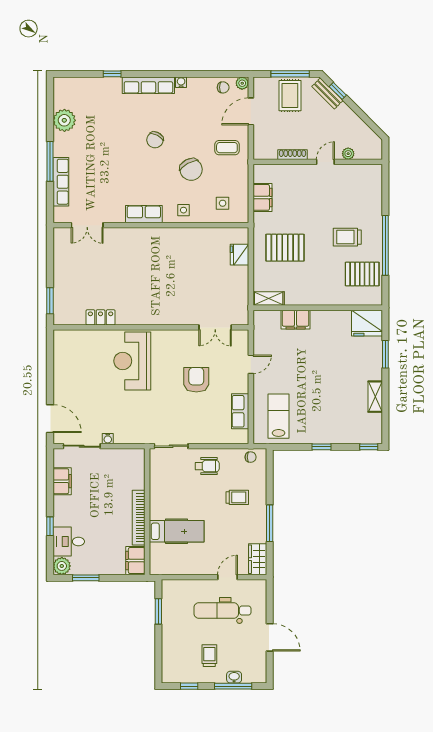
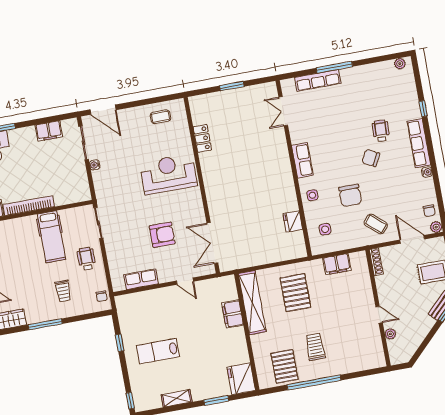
plant: (64, 120) -> (400, 64), moved, width x0.53, depth x0.53
wheelchair: (128, 124) -> (381, 131), added
coffee table: (227, 148) -> (376, 224), turned -49
shoe rack: (292, 155) -> (376, 262), moved
chair: (191, 169) -> (350, 195), turned -62
fridge: (239, 255) -> (293, 221), moved, turned -90
shelving: (269, 299) -> (252, 303), width x2.20, depth x1.33
window: (50, 301) -> (232, 86), moved
double door: (215, 327) -> (212, 243), width x1.37
coffee table: (69, 358) -> (160, 117), added
lab bench: (279, 416) -> (158, 351), moved, turned 180
door: (50, 419) -> (103, 110), hinge flipped
window: (321, 447) -> (120, 343), moved
wheelchair: (207, 466) -> (86, 259), turned 180
hospital bed: (177, 531) -> (51, 237), moved

